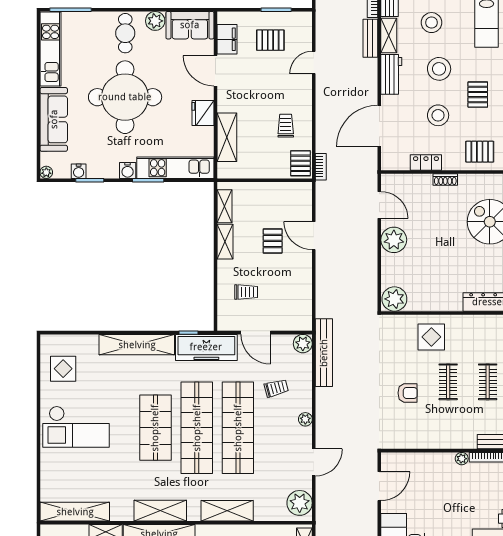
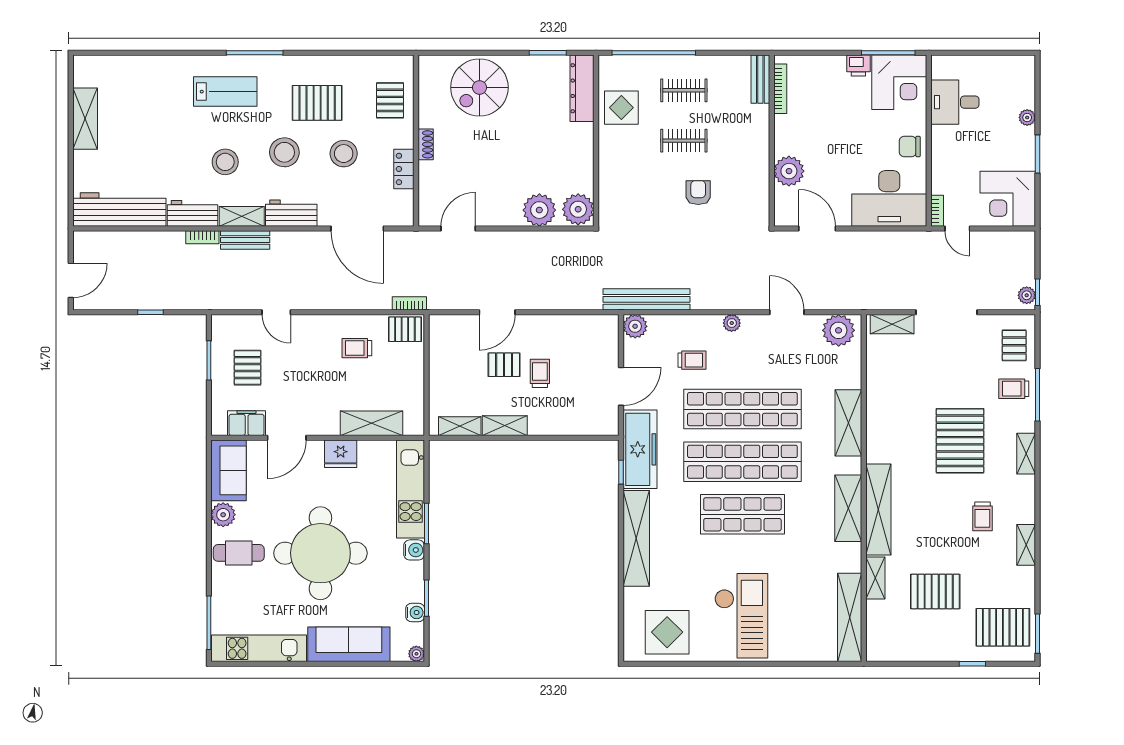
pallet: (478, 95) -> (317, 103), width x1.50, depth x1.42
plant: (394, 240) -> (539, 210), moved
trolley: (246, 292) -> (540, 373), moved
display table: (431, 337) -> (621, 108), moved
display table: (63, 369) -> (667, 632), width x1.36, depth x1.36
trolley: (276, 388) -> (692, 360), turned 105
plant: (462, 459) -> (789, 171), moved, width x1.88, depth x1.88

